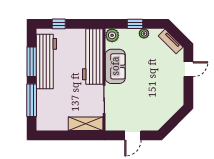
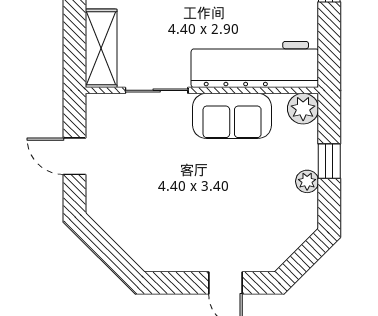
tv unit: (171, 41) -> (289, 242), removed

